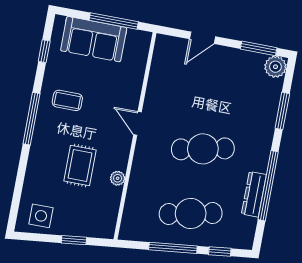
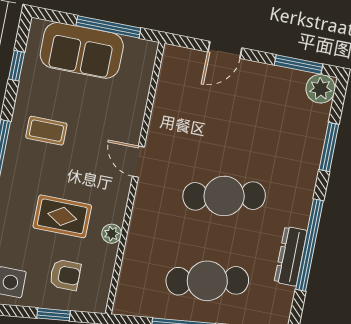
rug: (80, 165) -> (62, 216), turned 90
armchair: (83, 210) -> (65, 275), added

